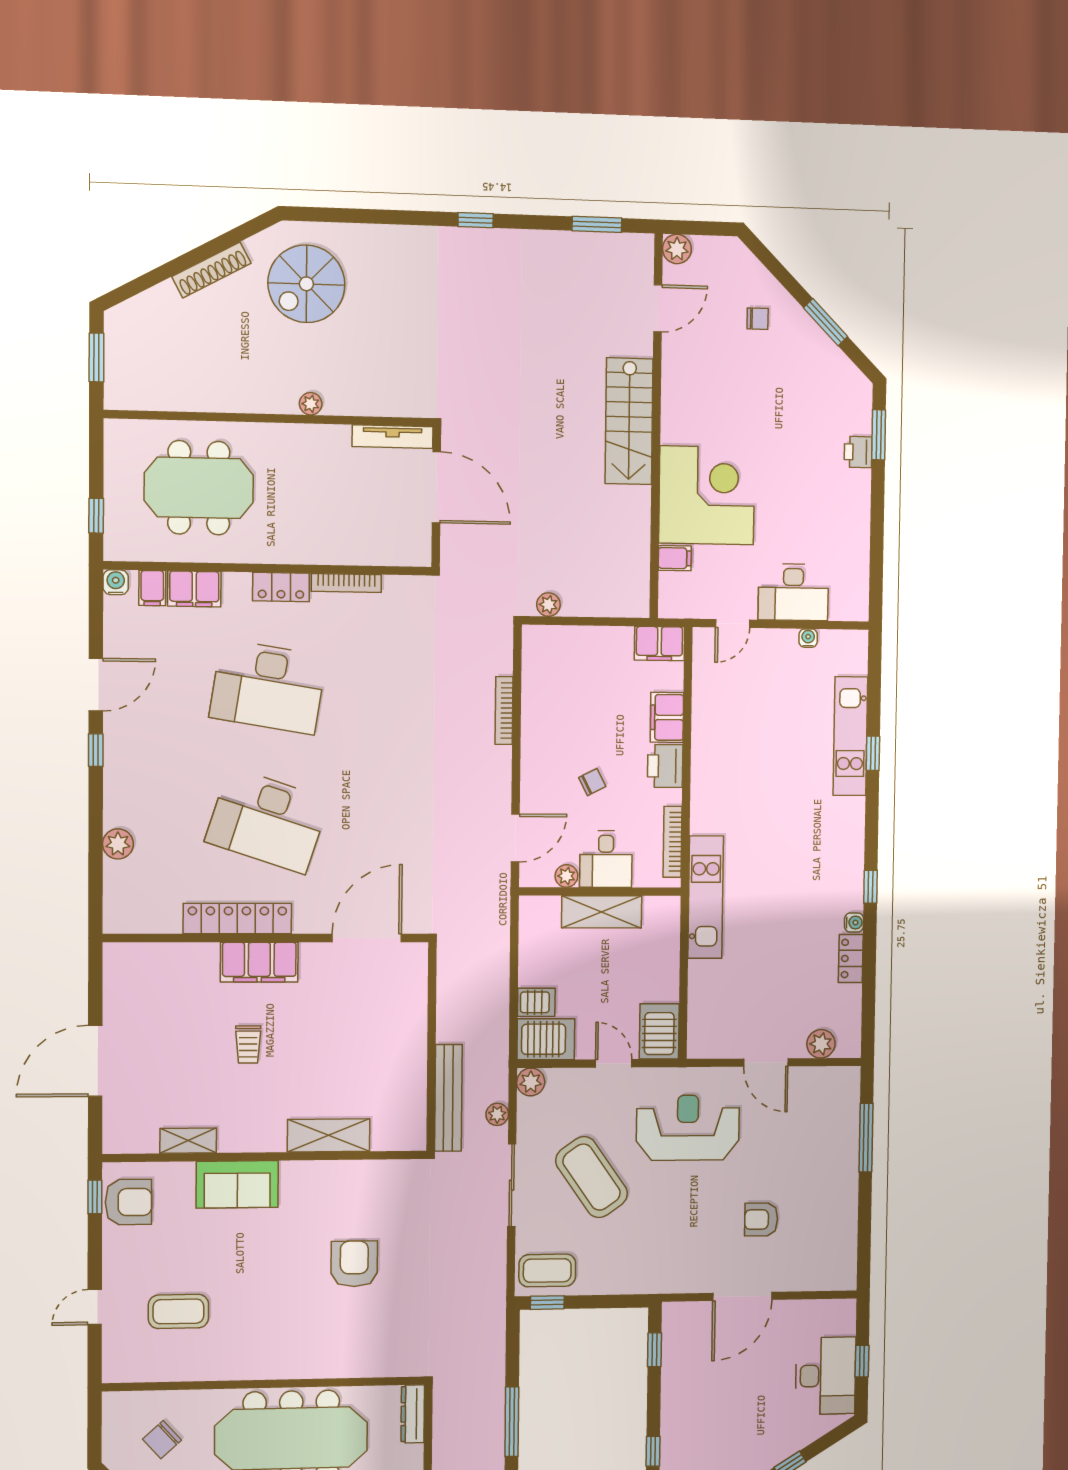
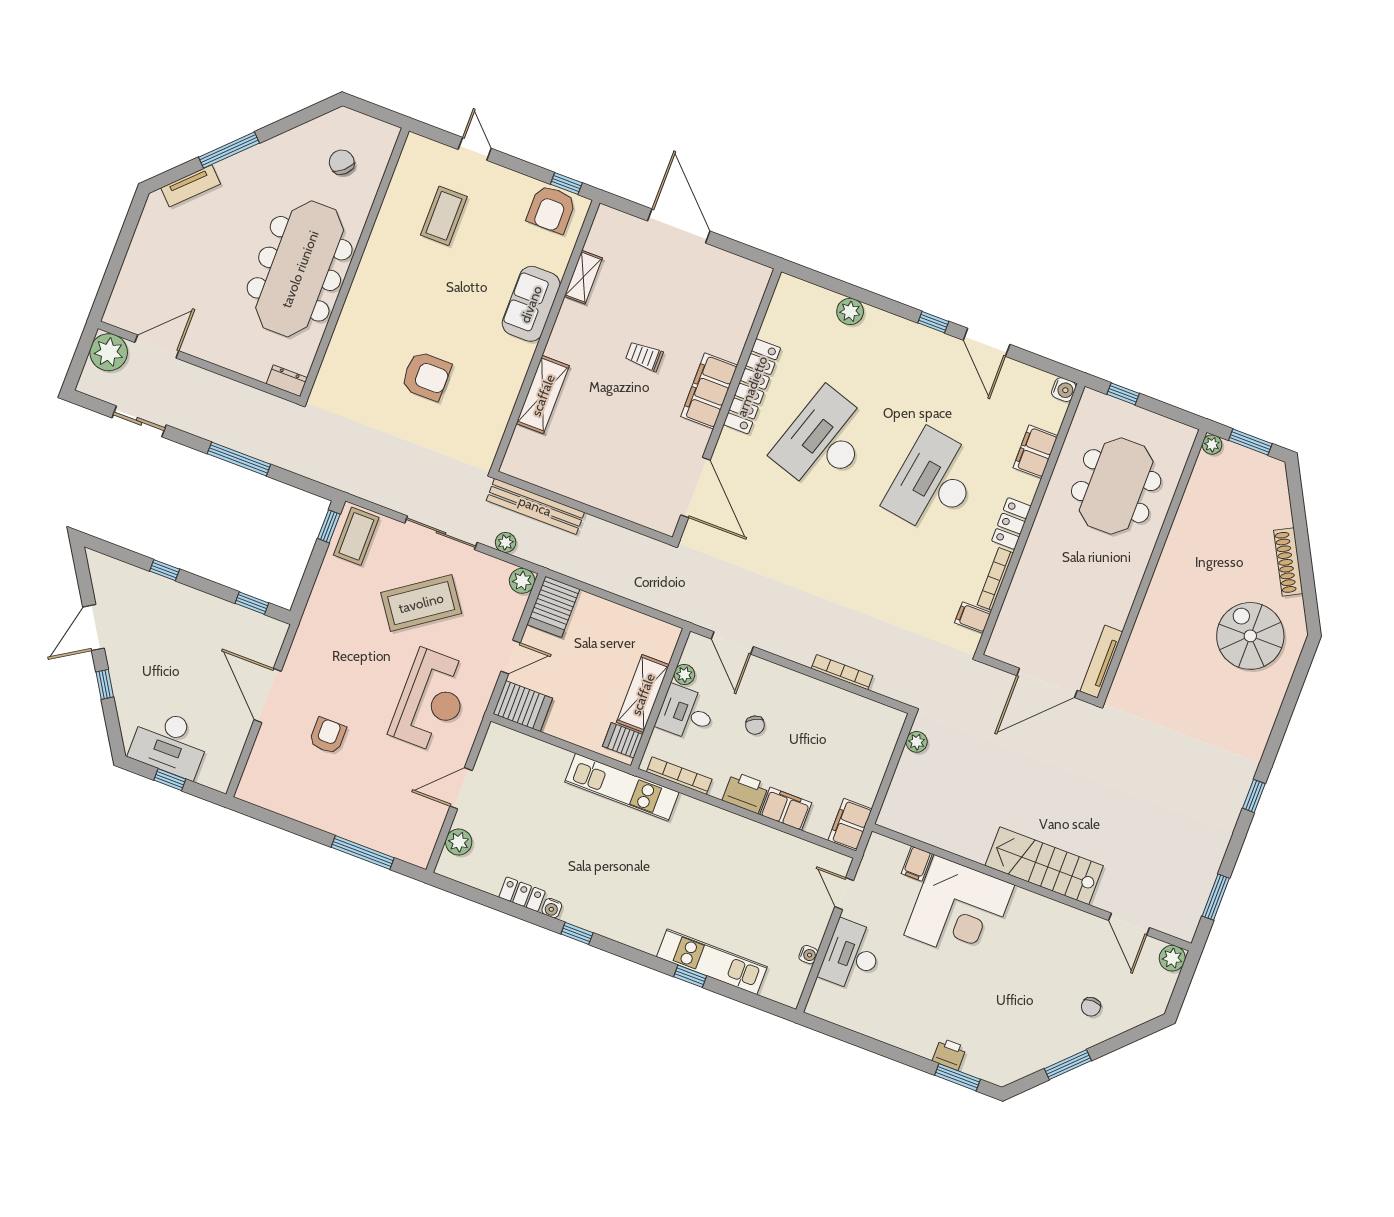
plant: (311, 404) -> (1212, 445), moved
filing cabinet: (152, 588) -> (973, 618), moved
server rack: (536, 1002) -> (623, 740), moved, turned 90
dresser: (413, 1414) -> (287, 381), width x0.70

